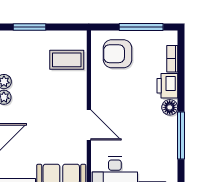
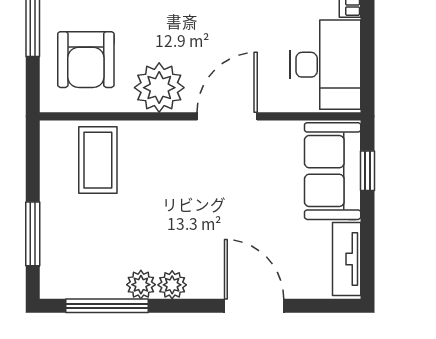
plant: (103, 91) -> (159, 88), added

